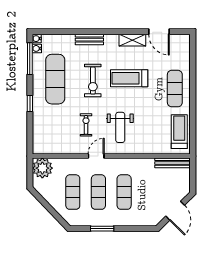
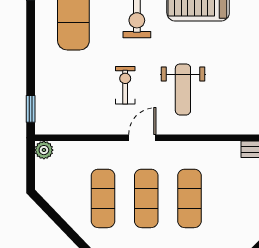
window: (30, 103) -> (31, 109), moved
plant: (42, 168) -> (44, 150), width x0.53, depth x0.53

